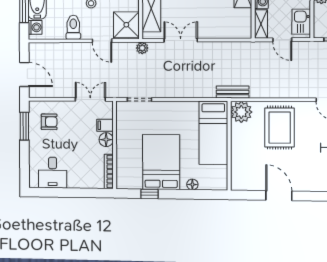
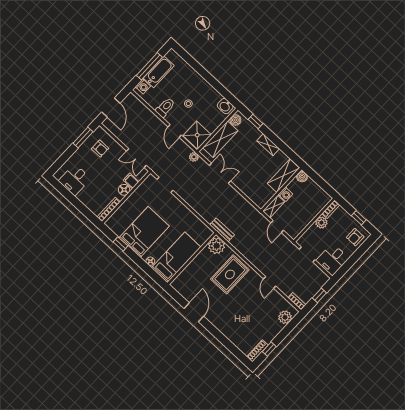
kitchen sink: (301, 22) -> (297, 226), removed
double door: (90, 99) -> (136, 158), swing flipped
bed: (213, 133) -> (176, 257), moved, turned 180

